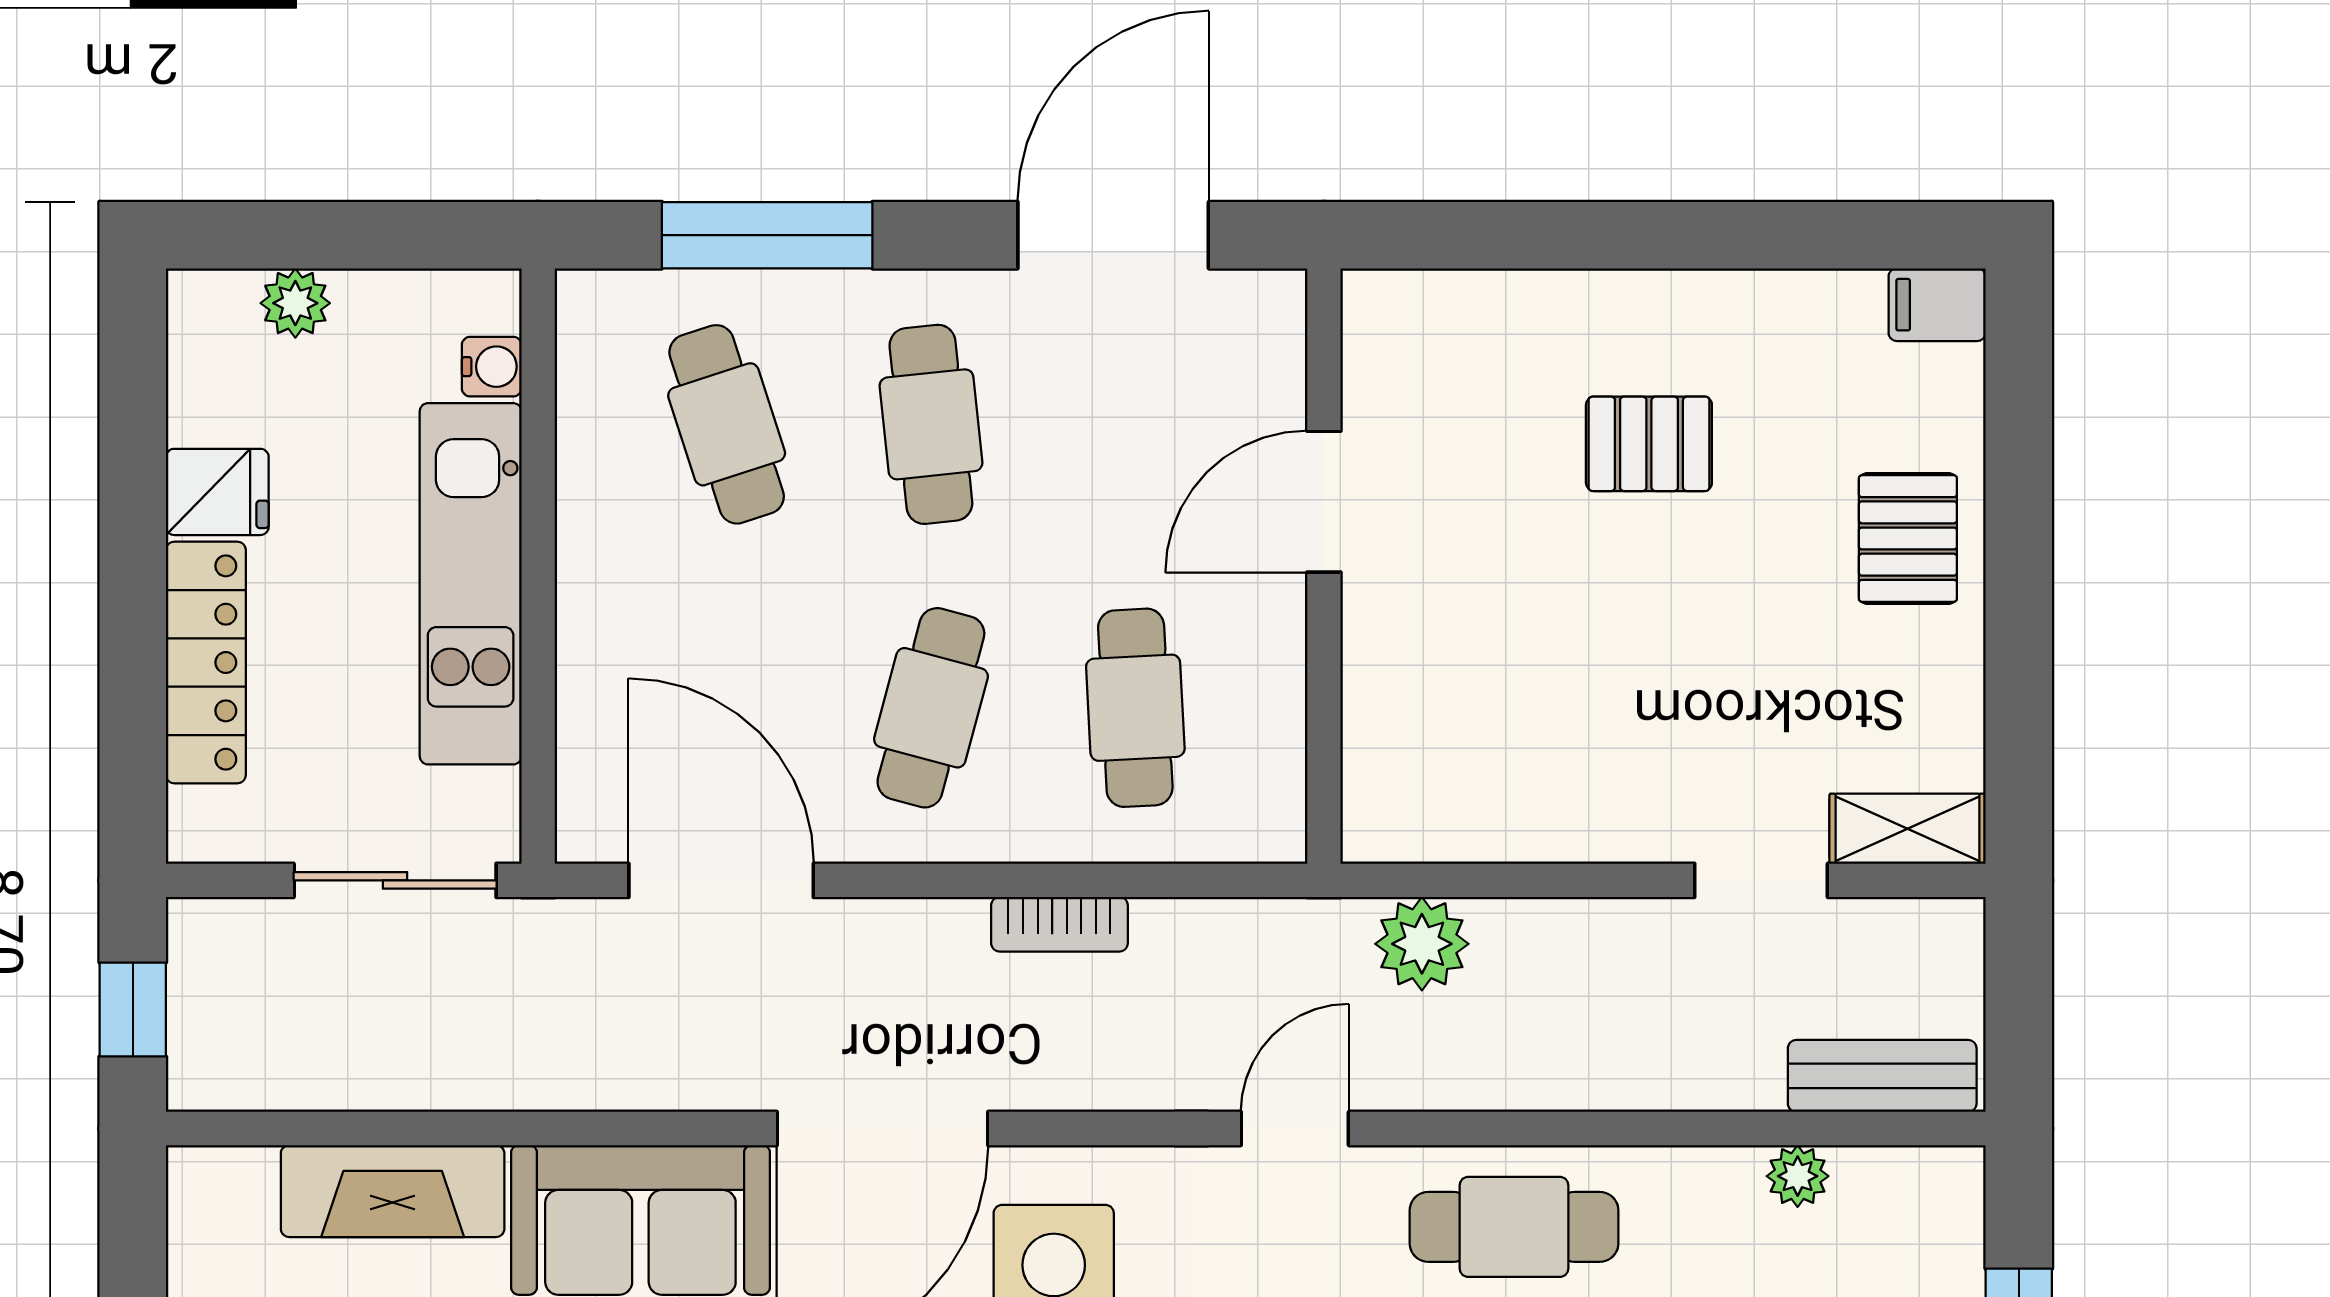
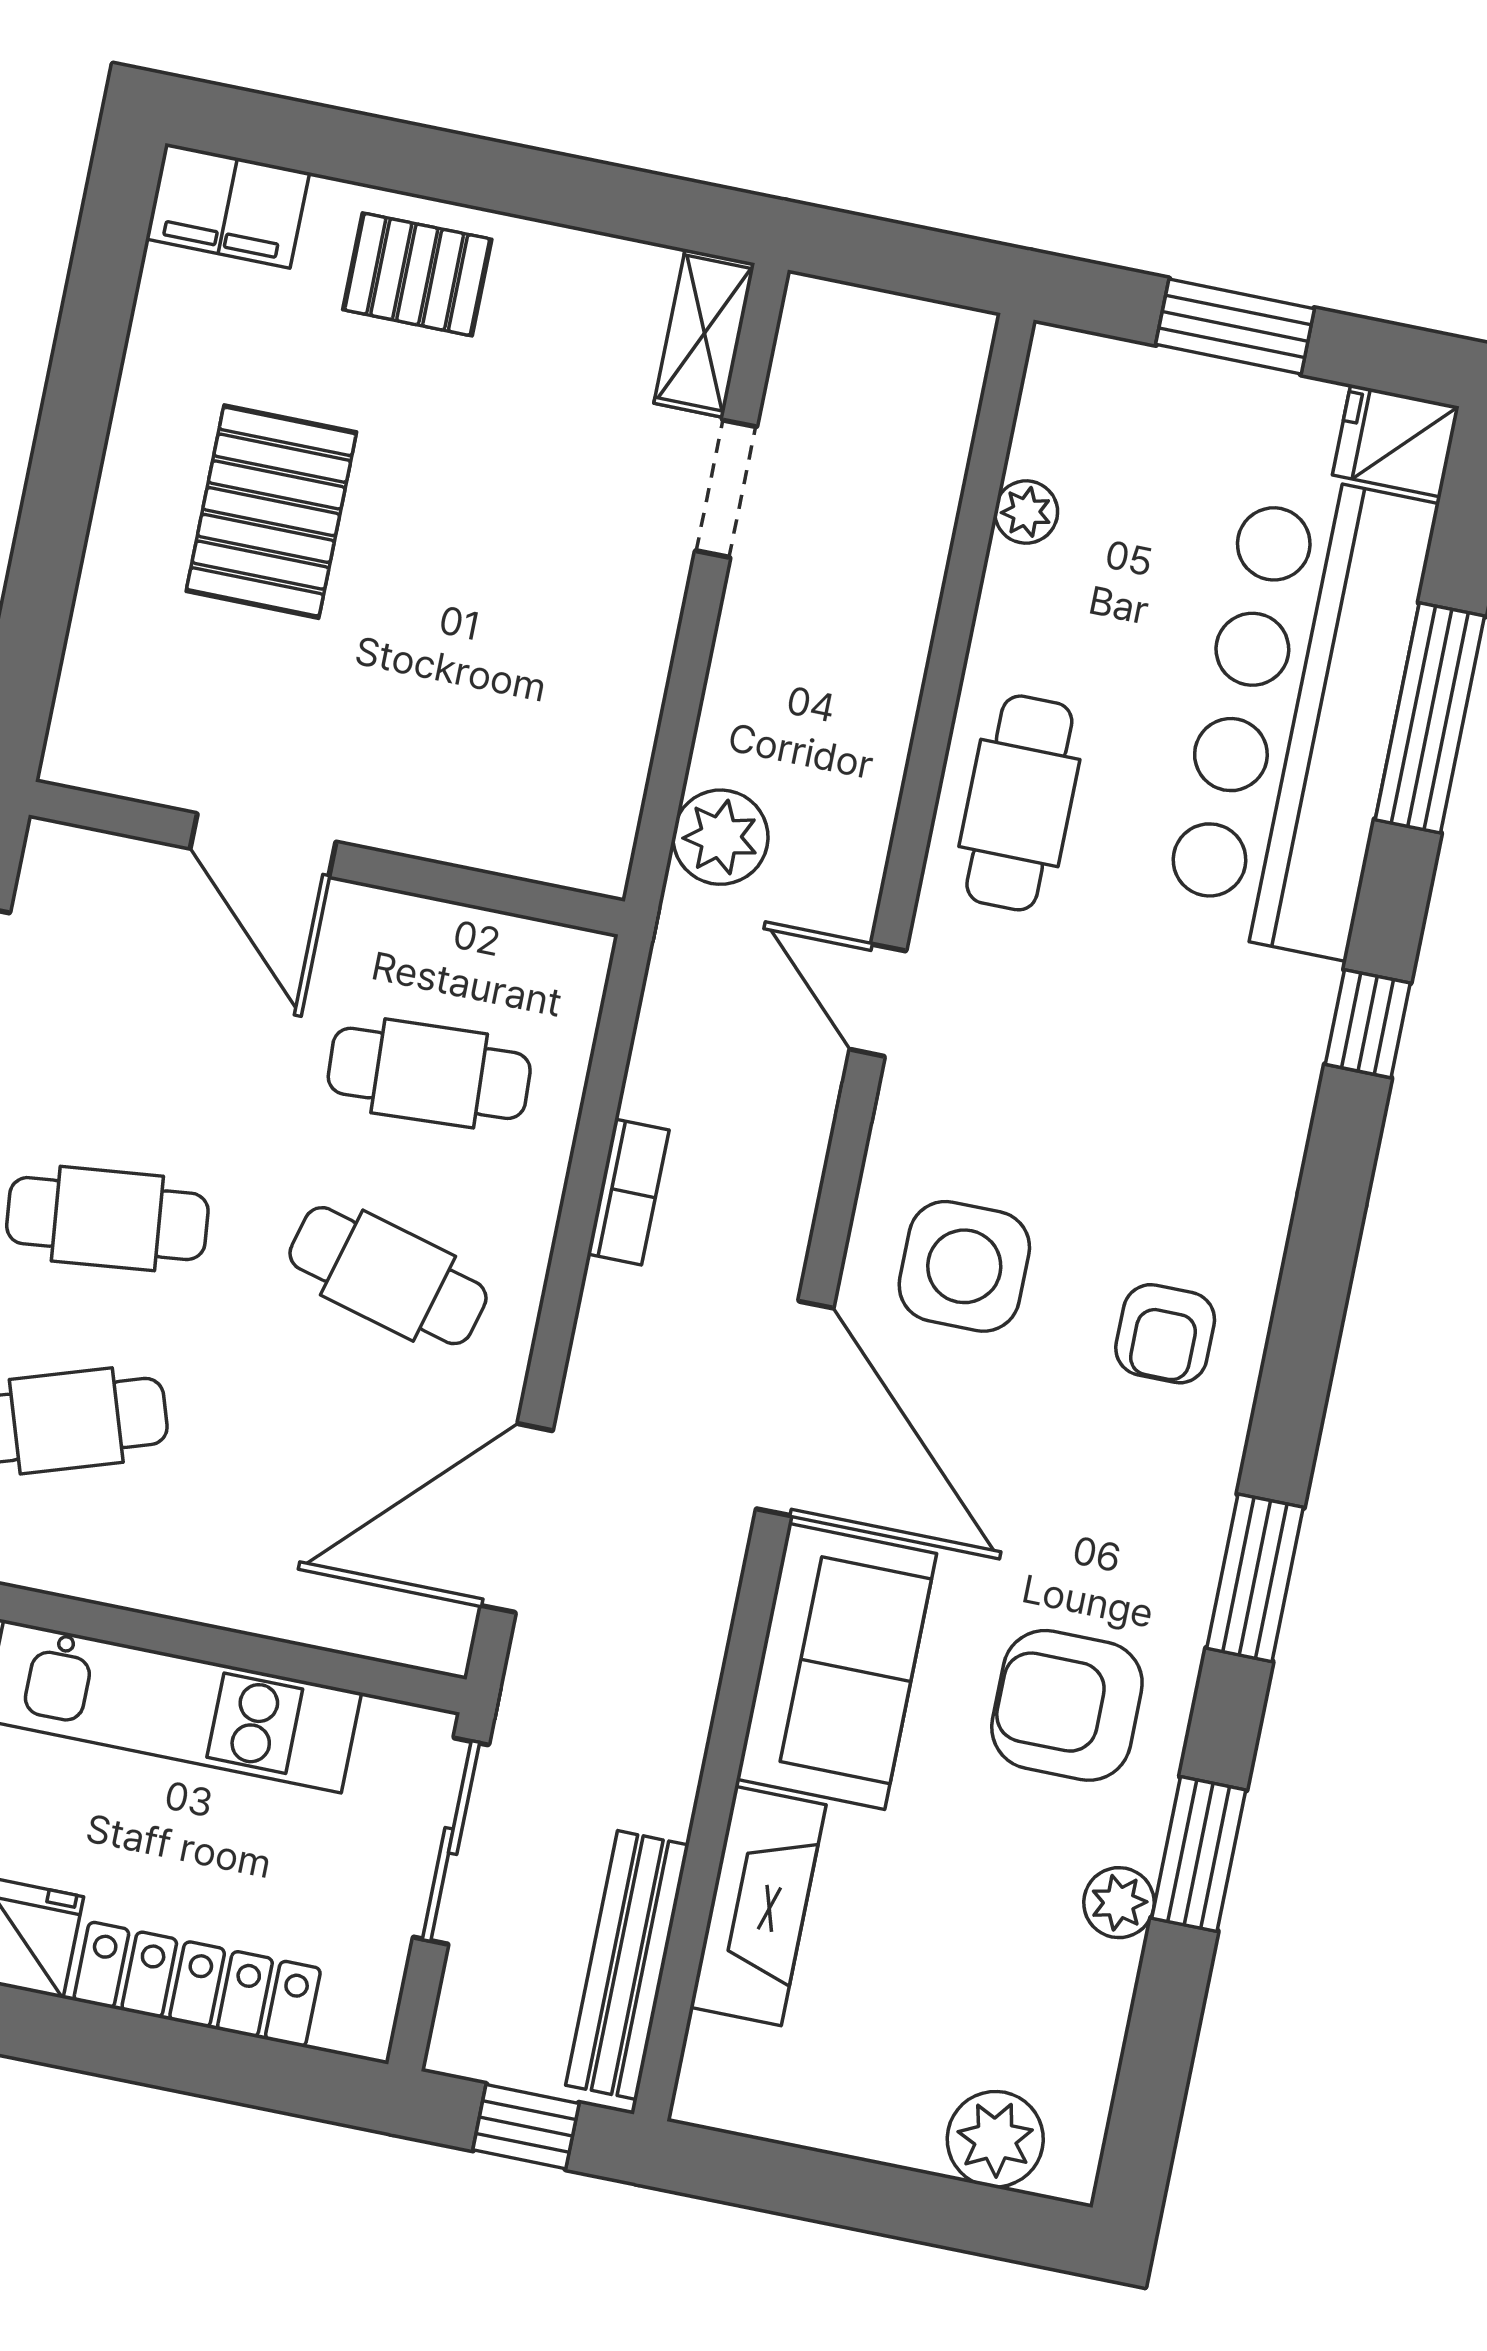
filing cabinet: (1937, 305) -> (228, 206), width x2.00
pallet: (1649, 444) -> (271, 512), width x1.50, depth x1.42
bench: (1882, 1076) -> (627, 1965), moved, width x1.36

